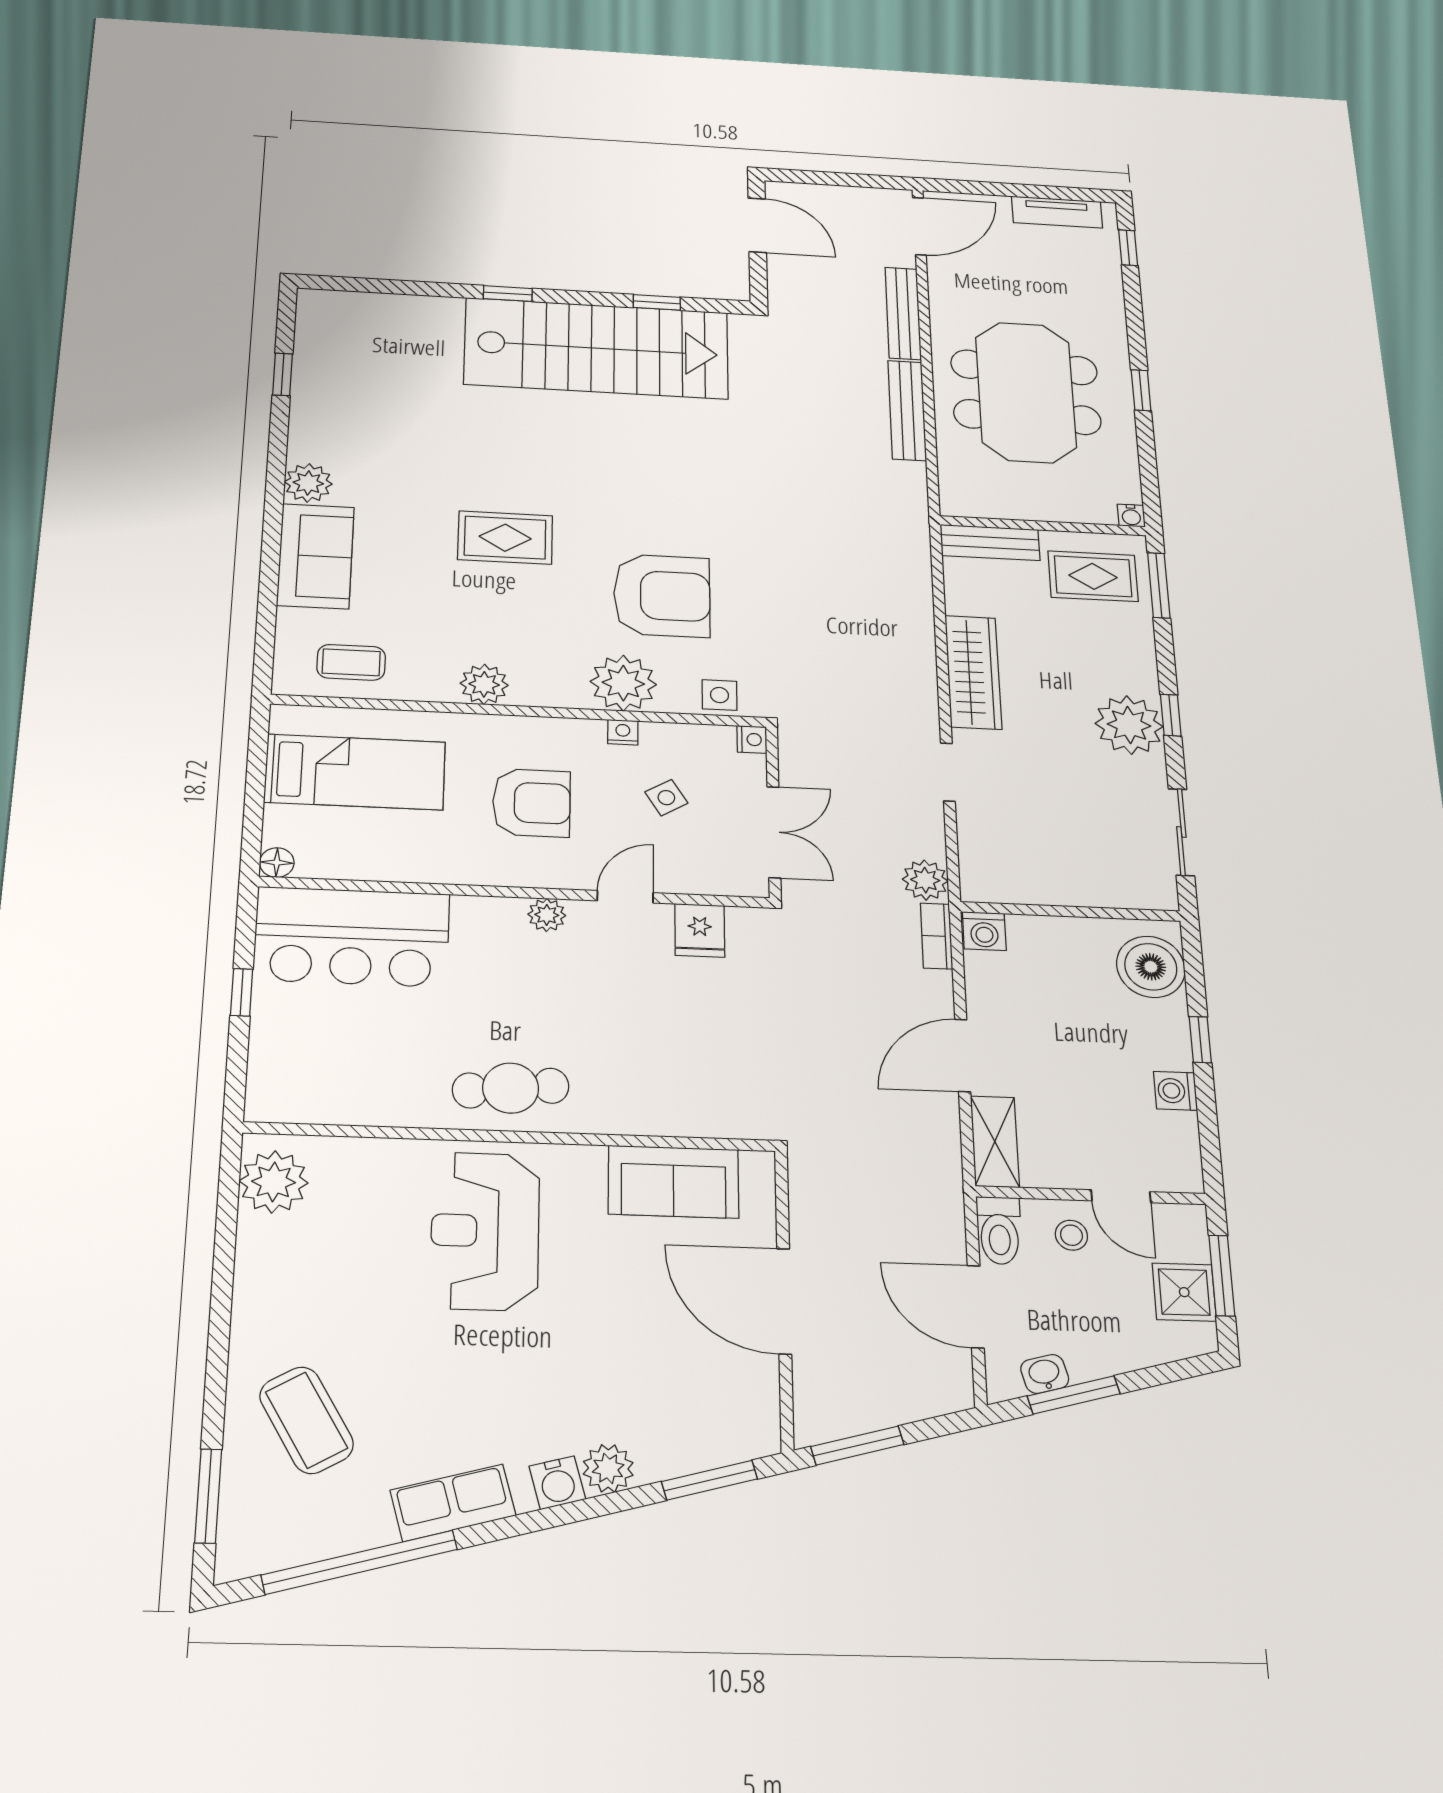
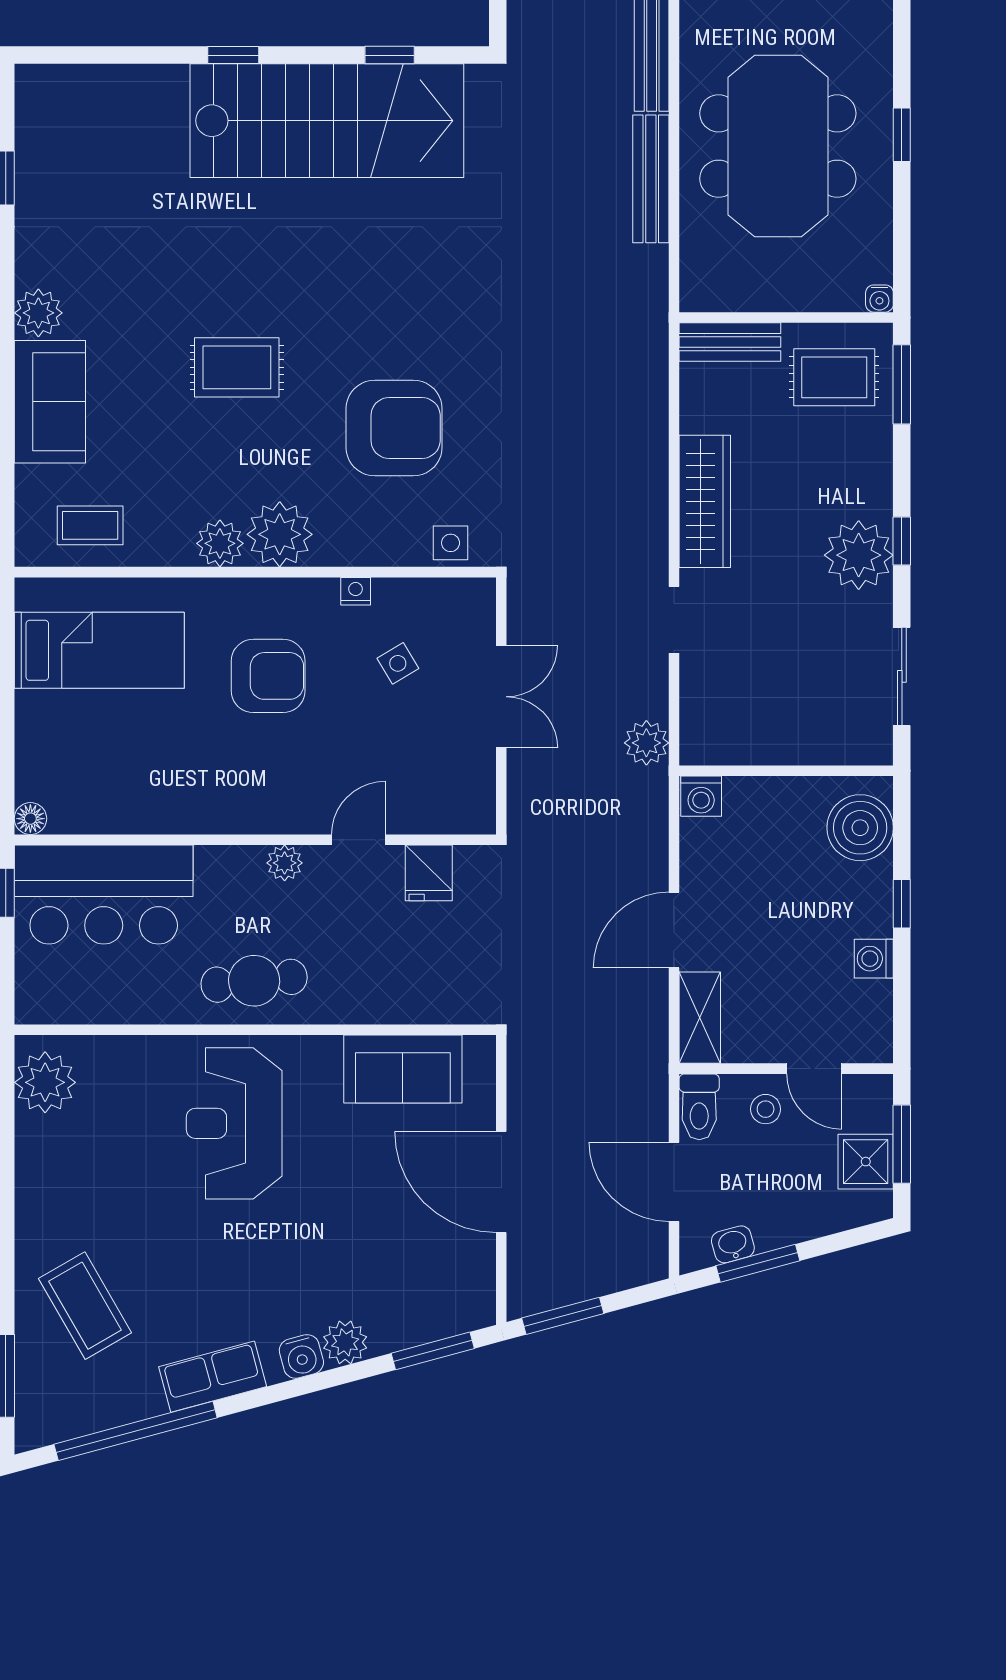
plant: (623, 683) -> (280, 534), moved
nightstand: (752, 739) -> (482, 593), removed
floor lamp: (277, 863) -> (30, 819), moved
wall: (516, 892) -> (255, 840), moved
door: (625, 897) -> (358, 840), moved
plant: (547, 915) -> (285, 863), moved
fridge: (700, 930) -> (429, 873), moved
bookcase: (936, 936) -> (655, 804), removed
bar counter: (352, 937) -> (104, 895), moved

